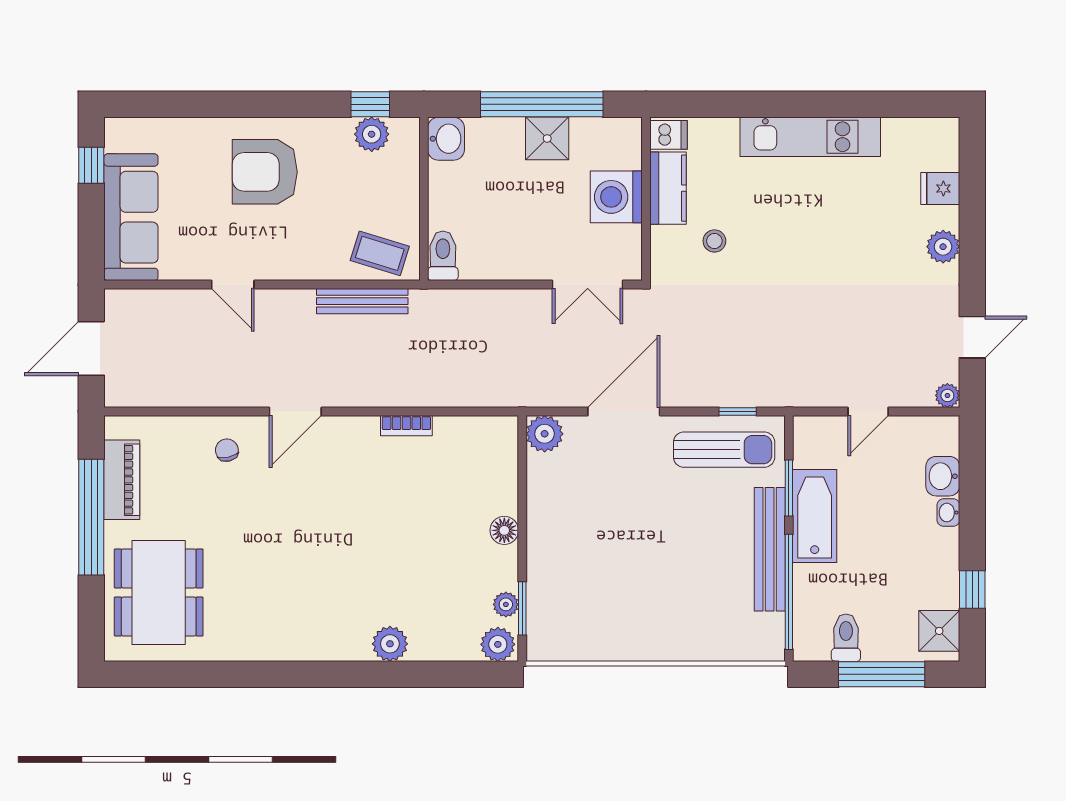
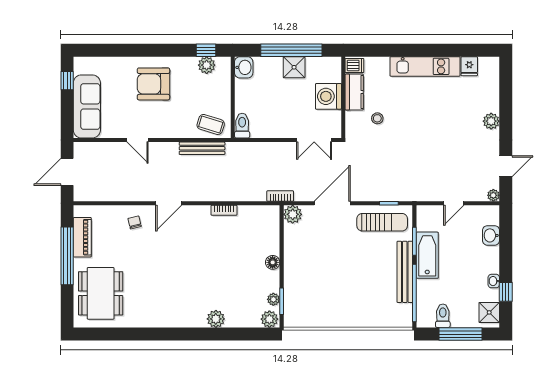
fridge: (940, 189) -> (469, 66), moved, turned -90
bookcase: (519, 397) -> (280, 196), added
washbasin: (948, 513) -> (494, 281), moved

